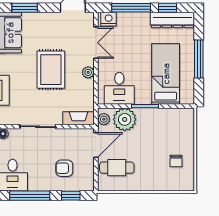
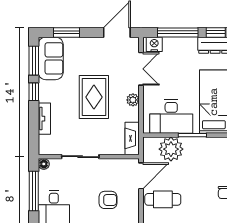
desk: (119, 88) -> (171, 116), width x1.37
fireplace: (79, 118) -> (132, 138), moved, turned -90
plant: (104, 119) -> (149, 149), removed
armchair: (64, 168) -> (108, 200), turned 180

